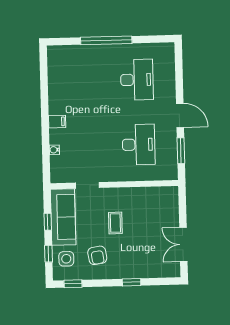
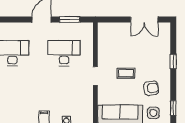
doorway: (87, 185) -> (95, 76), moved

